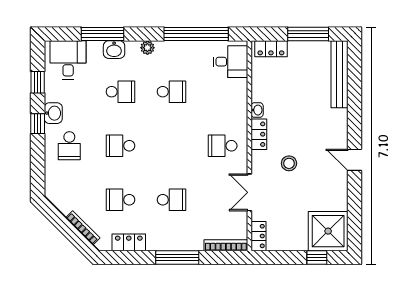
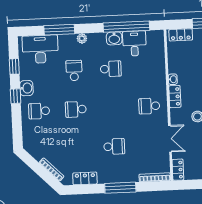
plant: (147, 48) -> (82, 38), moved
washbasin: (114, 50) -> (114, 38), moved
desk: (68, 60) -> (40, 49), width x1.37
desk: (231, 62) -> (134, 43), moved, turned -90
school desk: (120, 92) -> (74, 71), turned -90
school desk: (69, 146) -> (39, 111), turned 90
double door: (249, 192) -> (170, 139), swing flipped
school desk: (120, 200) -> (78, 148), removed

